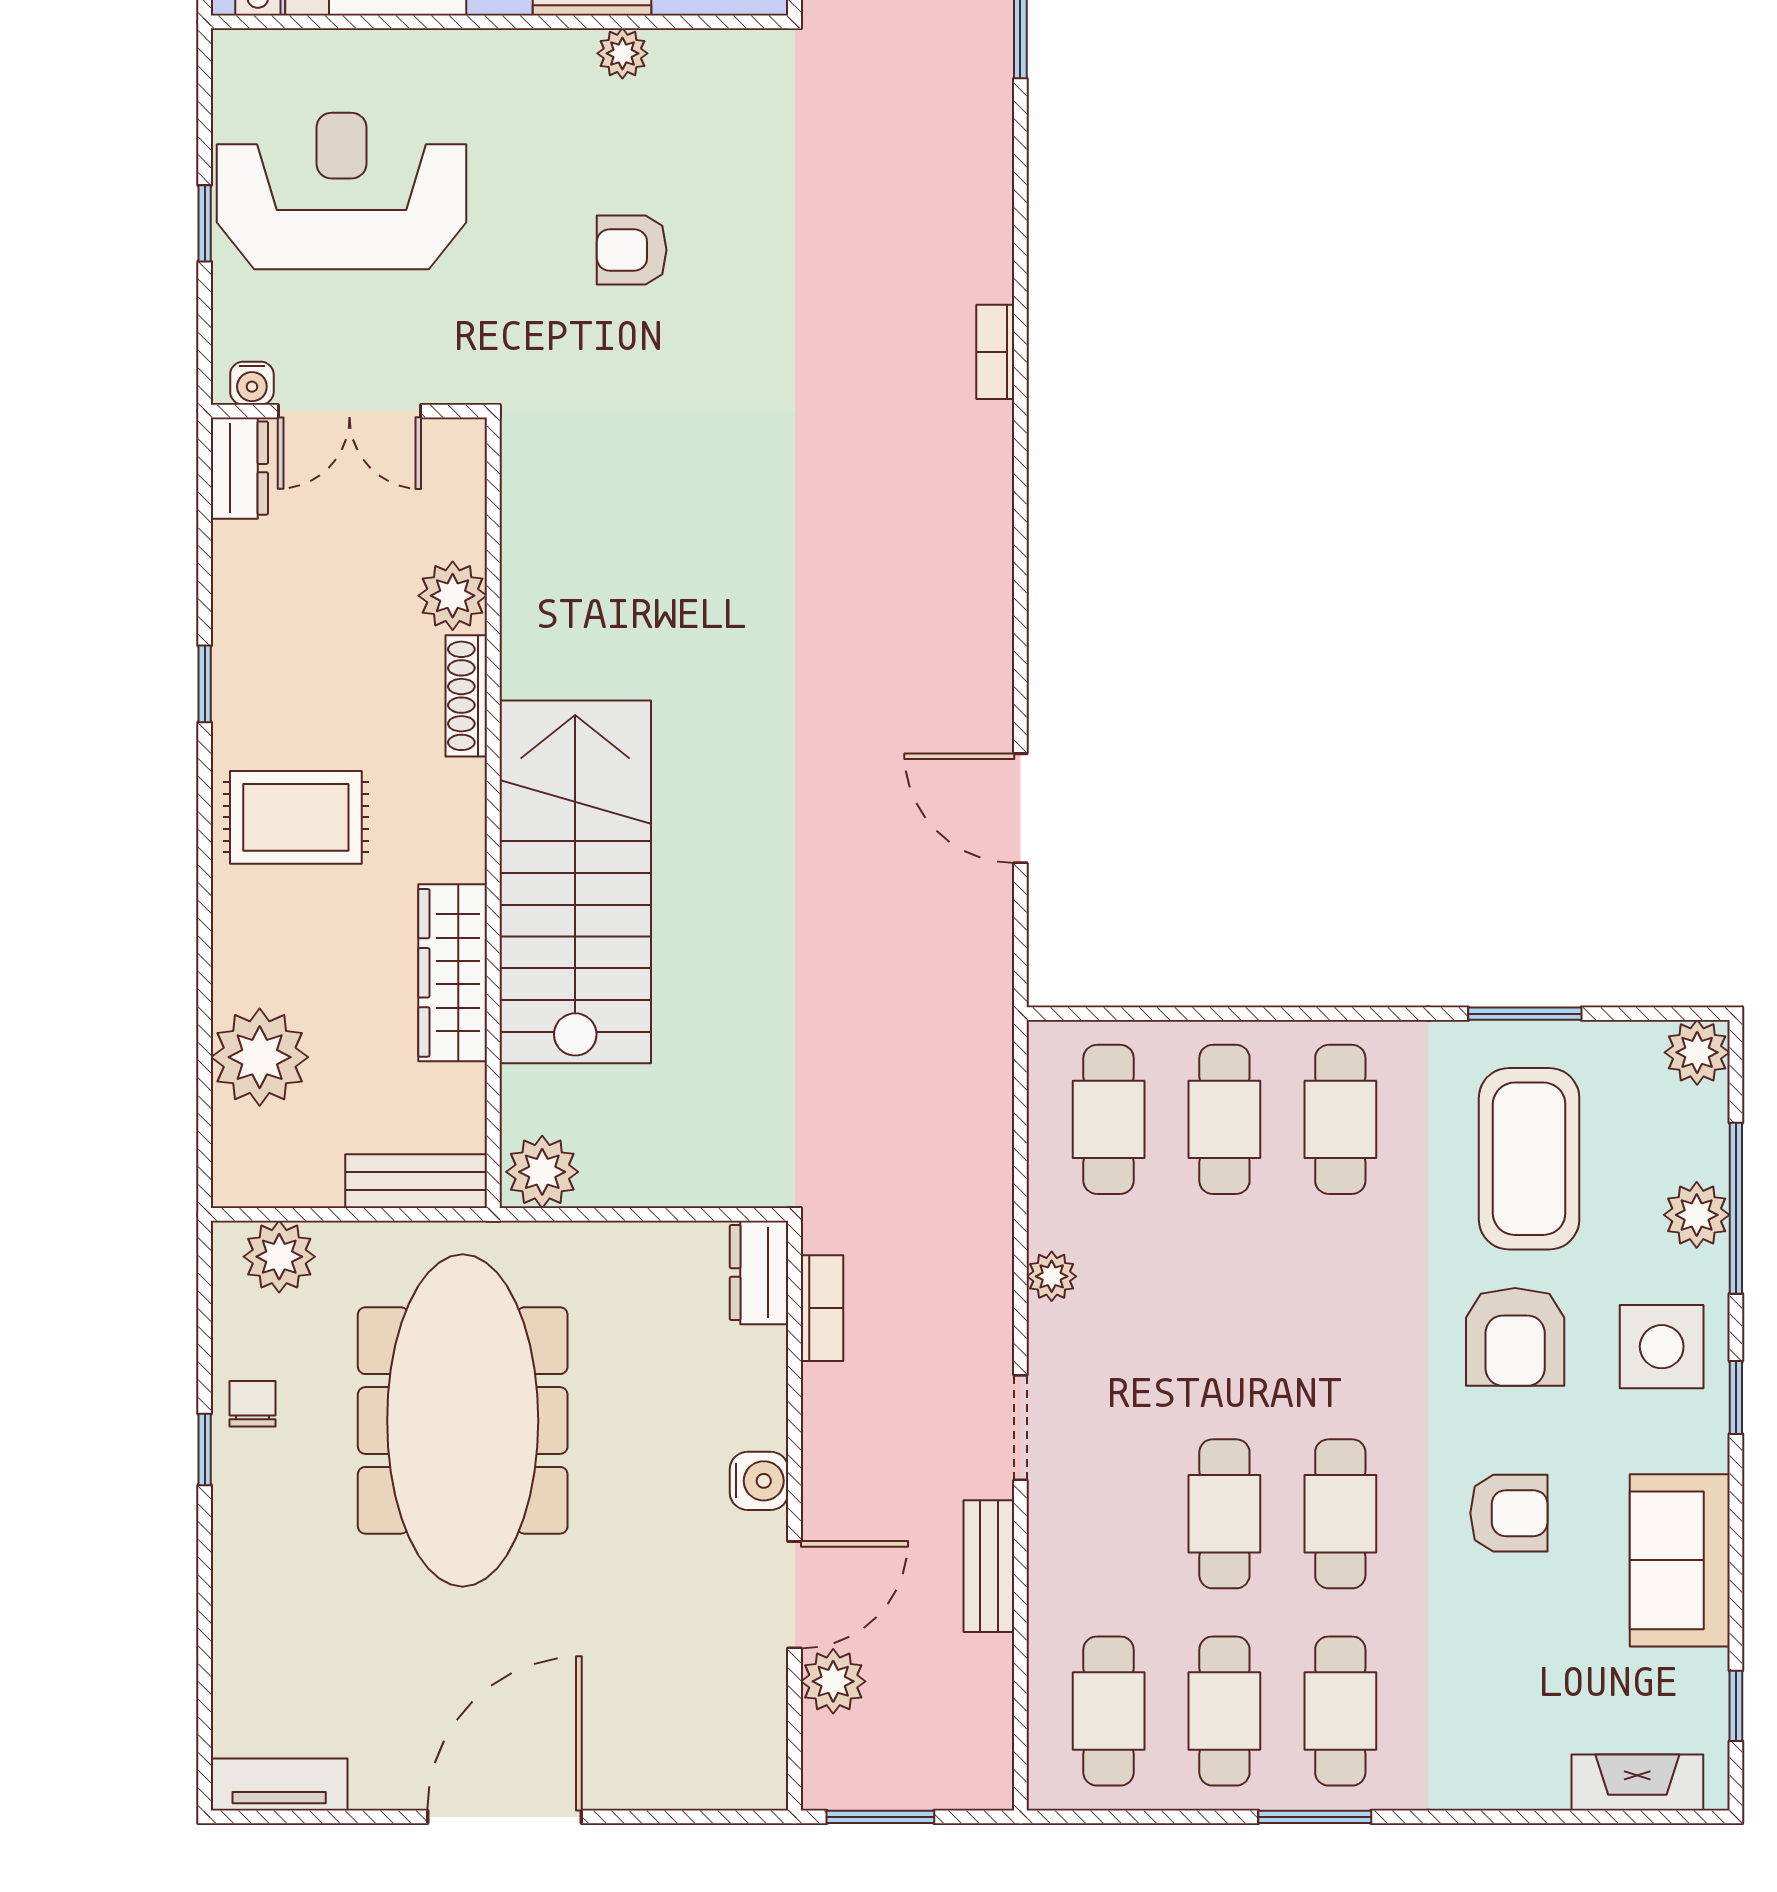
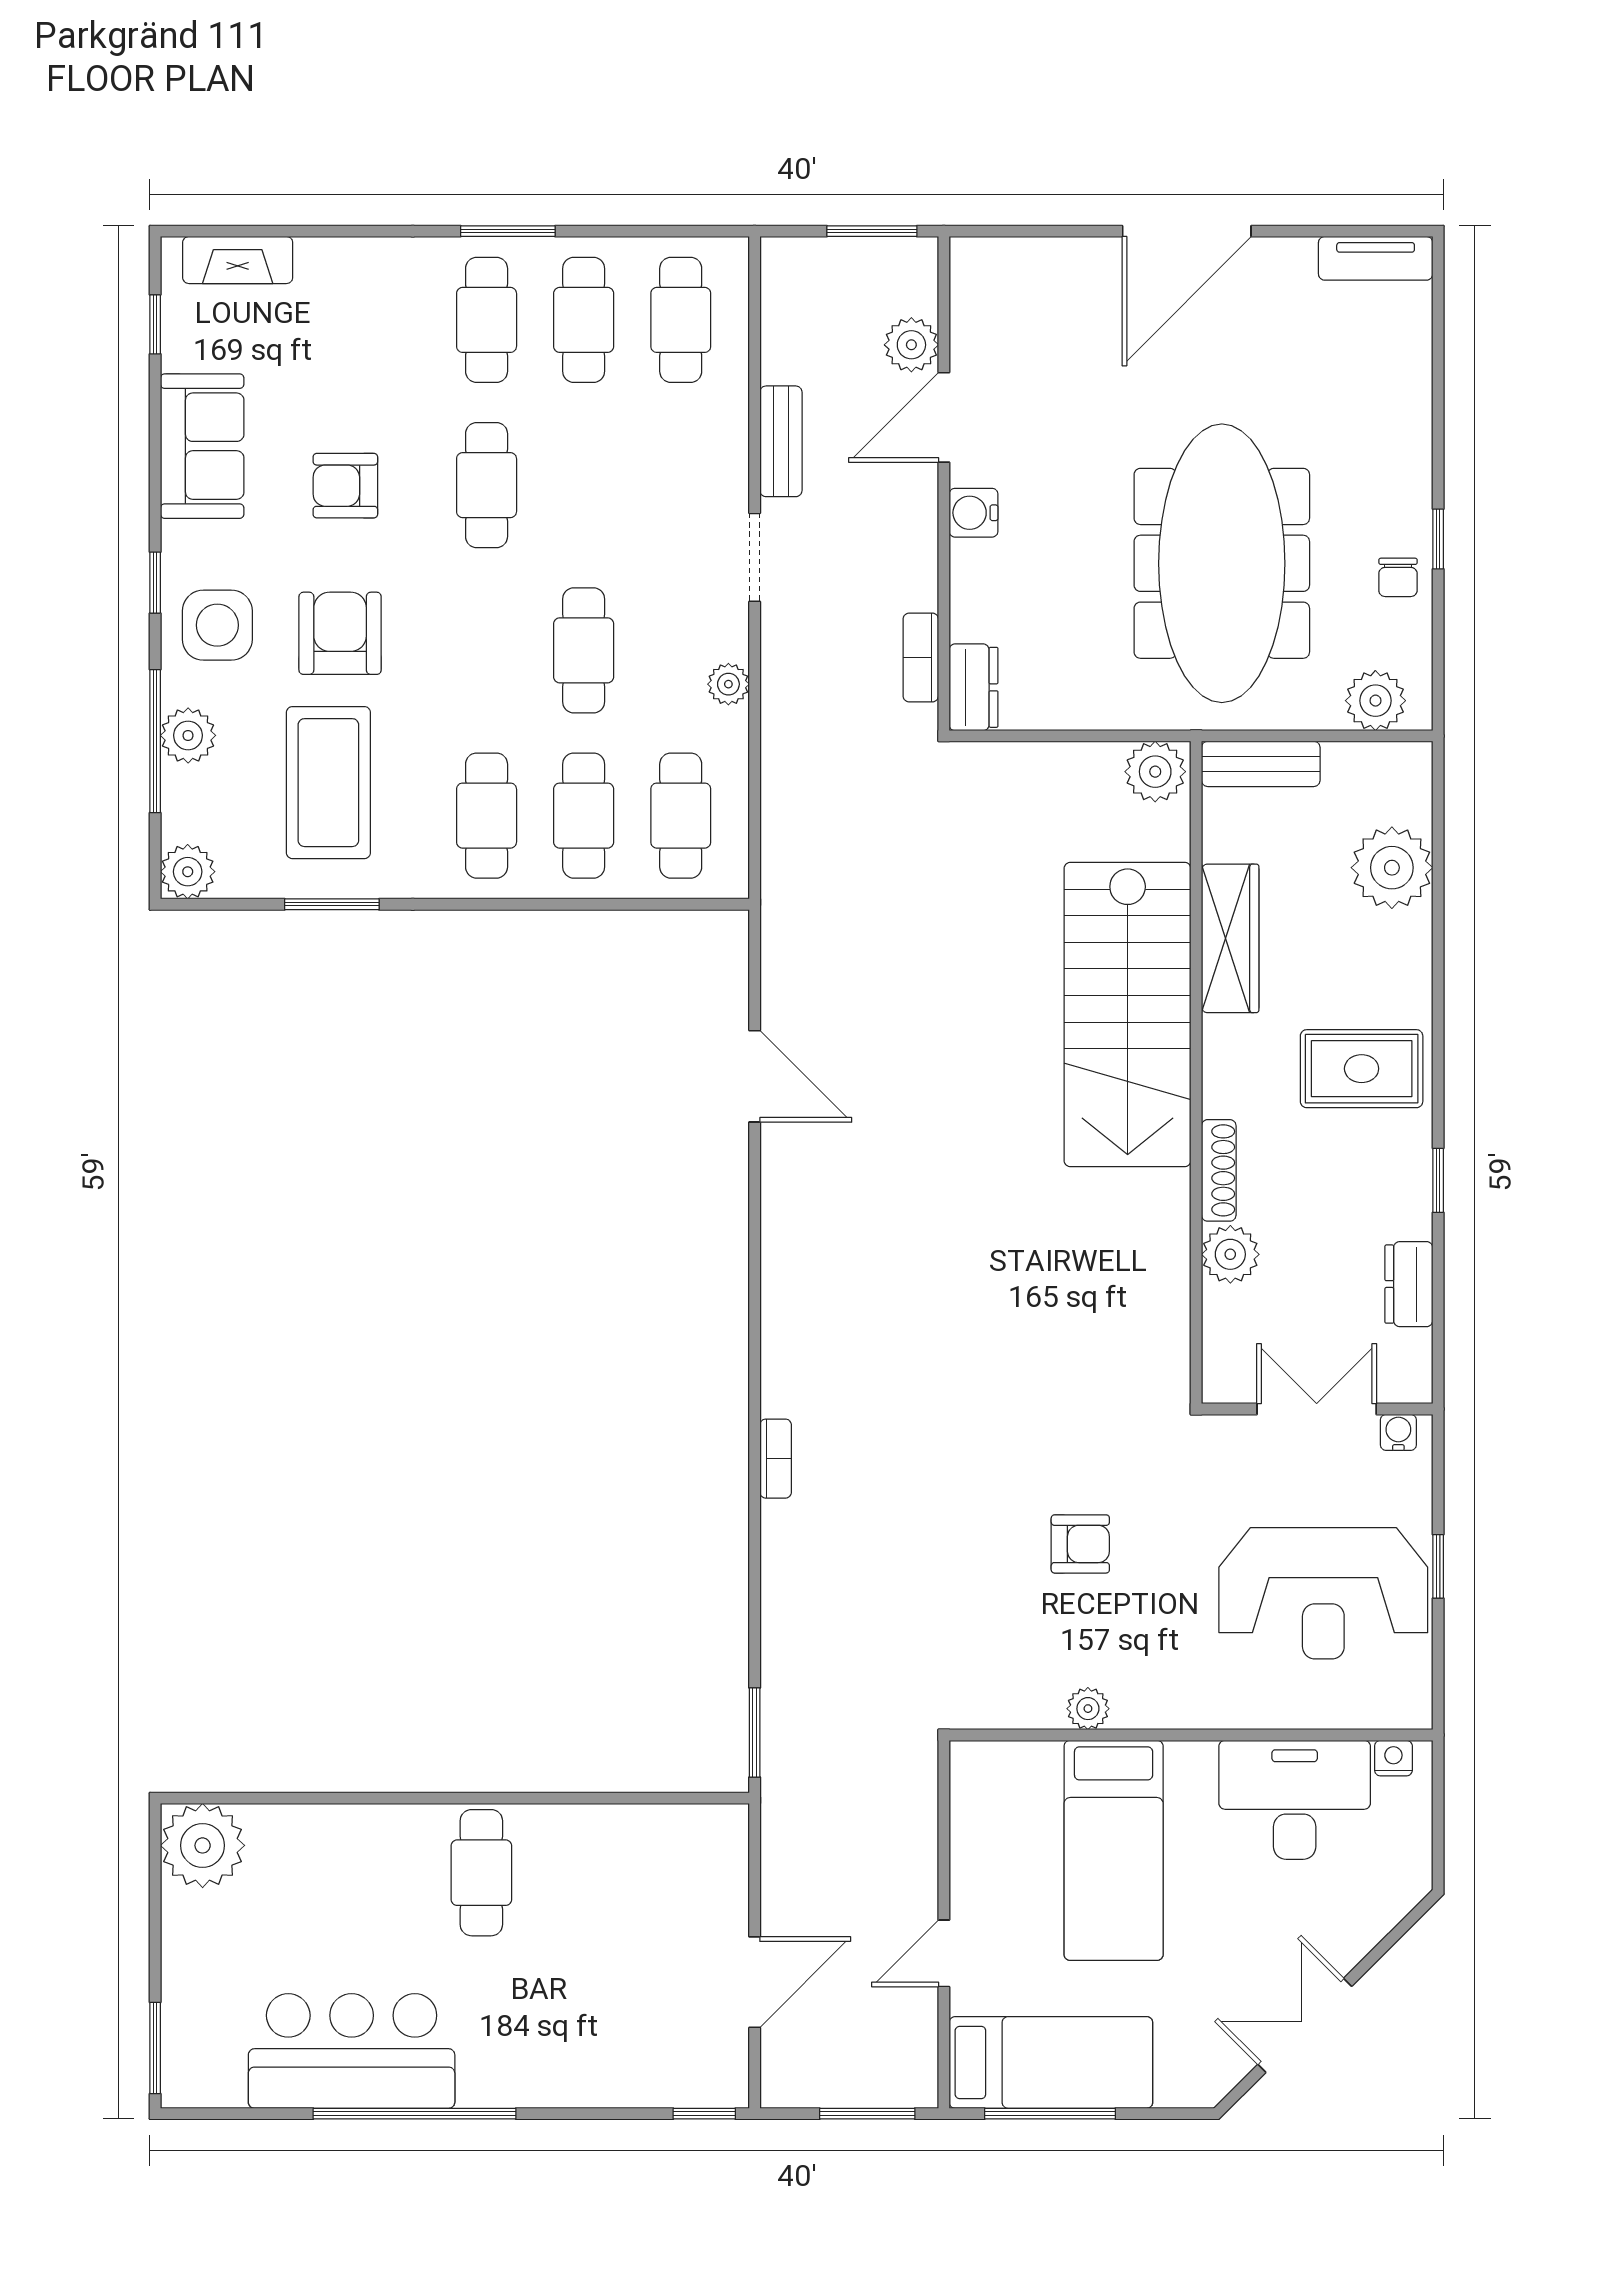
dresser: (239, 468) -> (1409, 1284), moved
cafe table: (1224, 1514) -> (584, 650), moved

